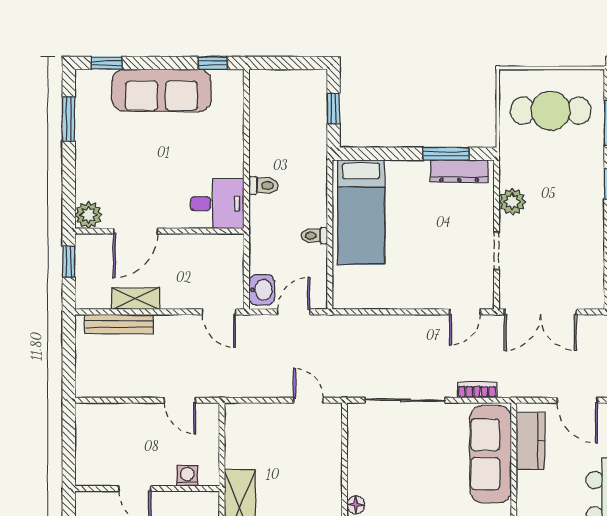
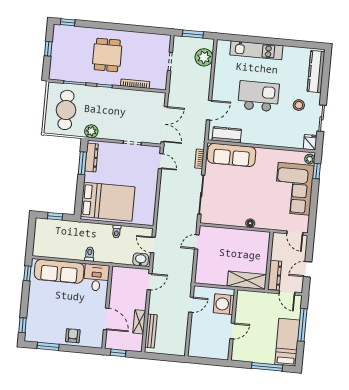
sofa: (162, 90) -> (59, 271), moved, turned 90
armchair: (95, 167) -> (73, 336), added
plant: (512, 202) -> (91, 131), moved
bed: (361, 212) -> (108, 202), width x1.50
plant: (88, 215) -> (96, 341), removed
washing machine: (187, 476) -> (224, 304), width x1.89, depth x1.89

